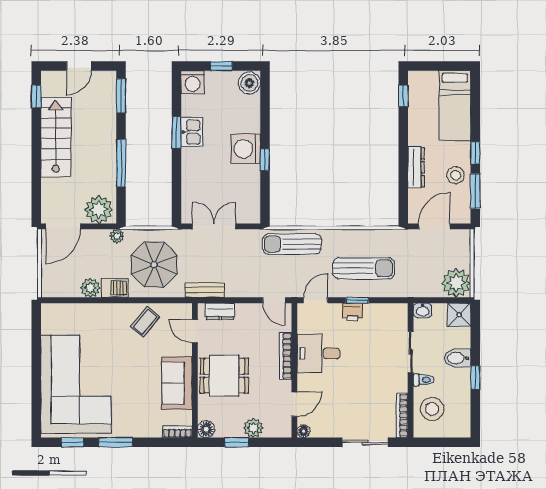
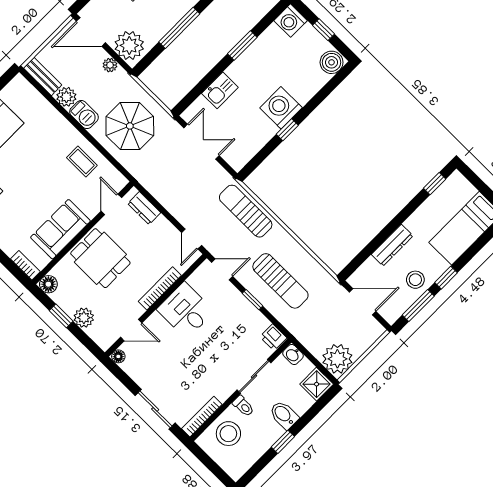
kitchen sink: (192, 132) -> (220, 90), moved
plant: (117, 236) -> (110, 65), moved
bench: (204, 290) -> (43, 76), moved
printer: (352, 312) -> (273, 337), moved
coffee table: (145, 322) -> (82, 161), turned 51

